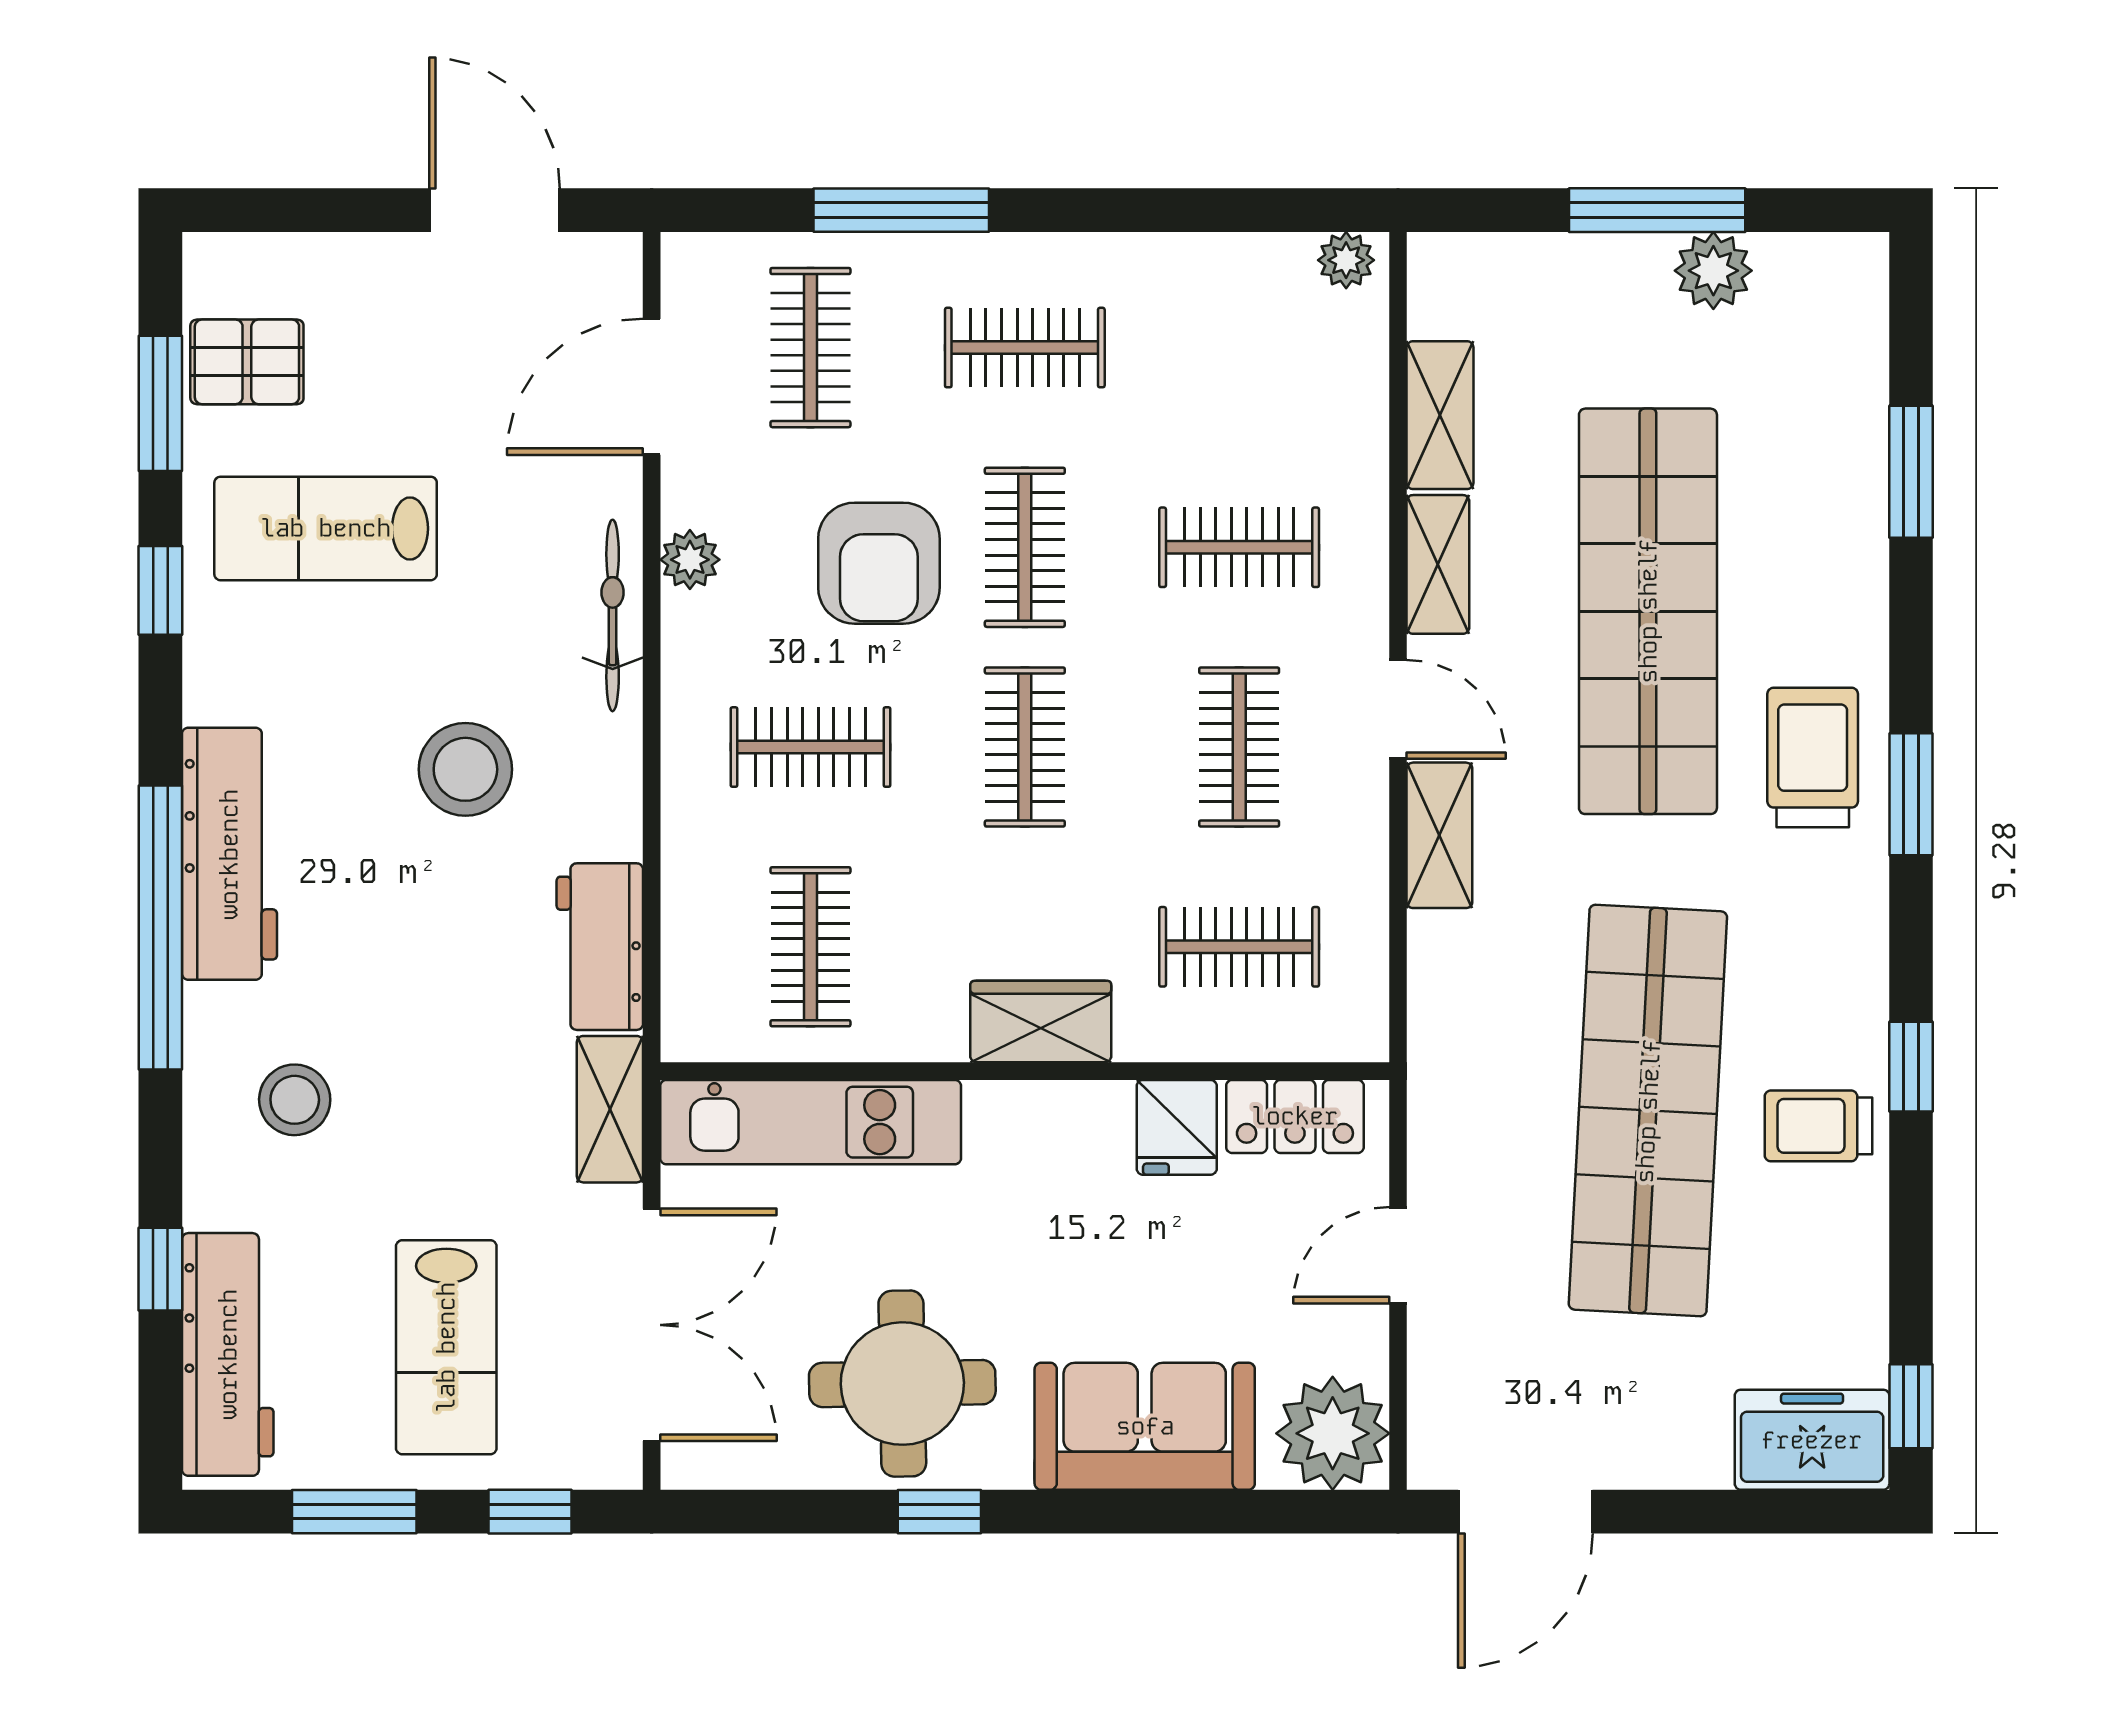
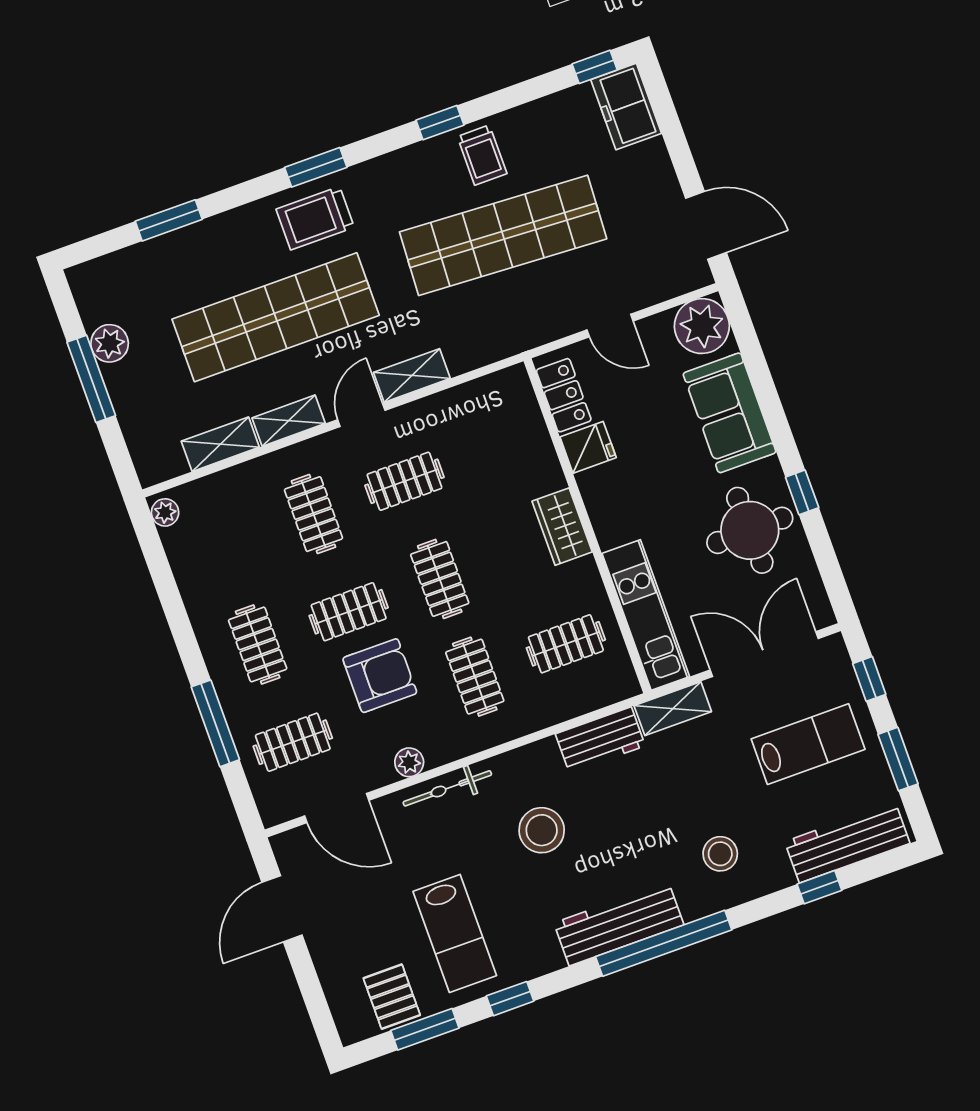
clothes rail: (1025, 747) -> (440, 579), turned 90
clothes rail: (1239, 947) -> (496, 448), removed

